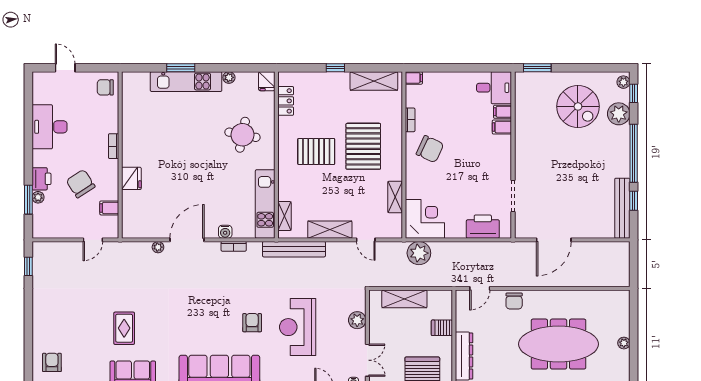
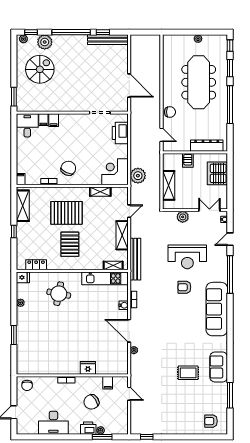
kitchen unit: (186, 82) -> (23, 331), removed

